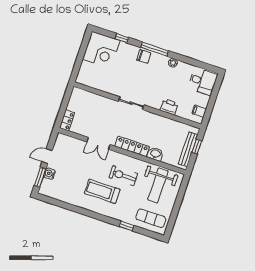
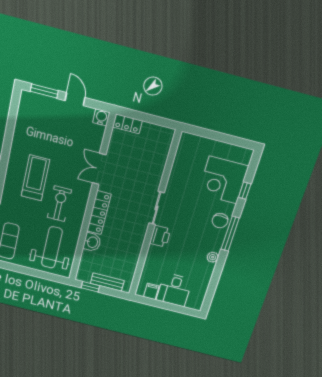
corner desk: (101, 50) -> (223, 180), moved
desk: (203, 81) -> (174, 290), moved
printer: (169, 107) -> (160, 236), moved
window: (197, 147) -> (90, 287), moved
bench: (188, 149) -> (107, 282), width x0.73
water cooler: (49, 174) -> (101, 117), moved
weight bench: (158, 185) -> (52, 247), turned 90

